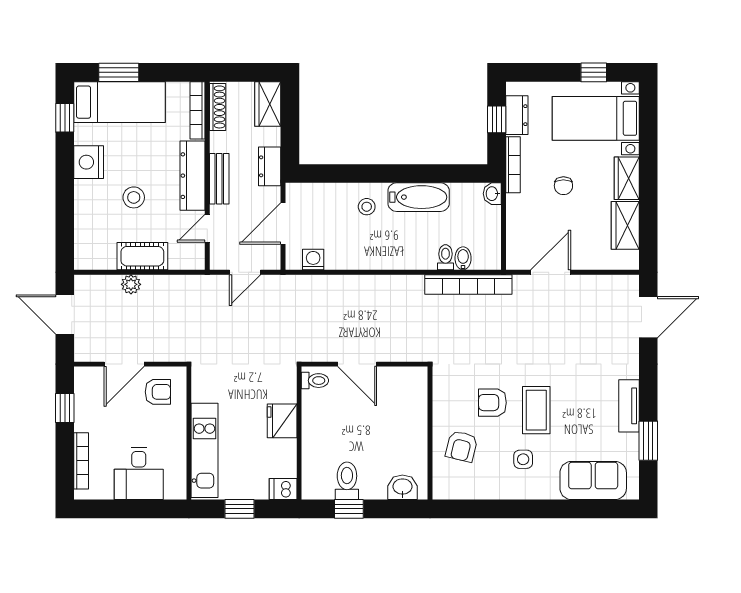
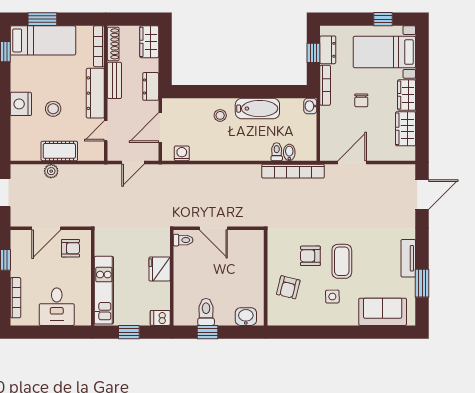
nightstand: (89, 162) -> (21, 104), moved
bench: (219, 179) -> (114, 80), moved

